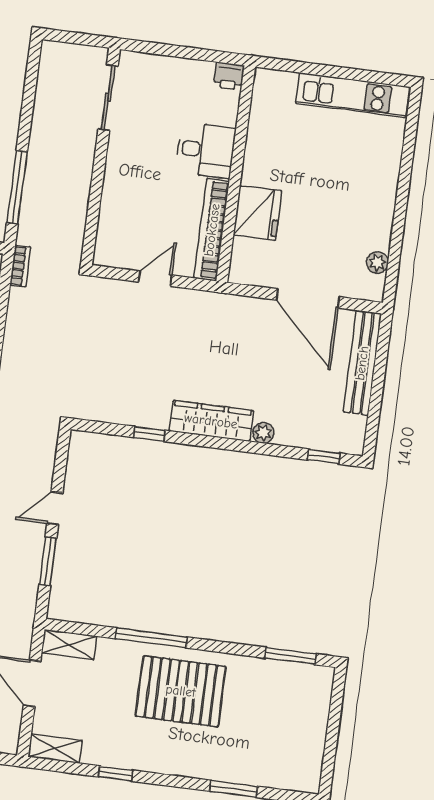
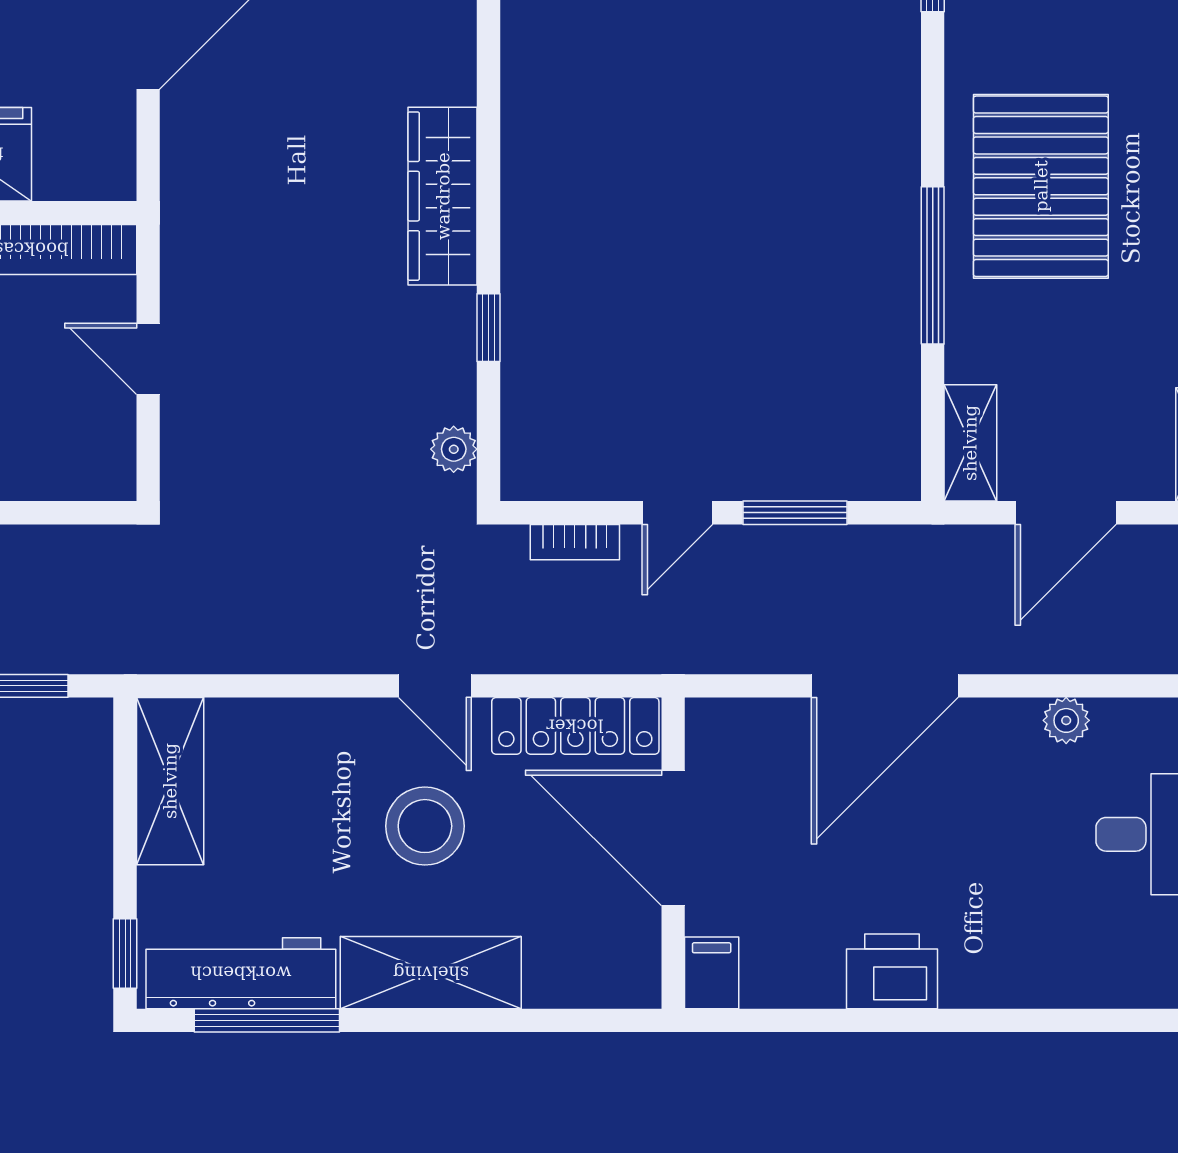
bookcase: (20, 266) -> (575, 542), moved, turned 180
plant: (263, 433) -> (454, 449), moved
door: (55, 508) -> (677, 513), hinge flipped

